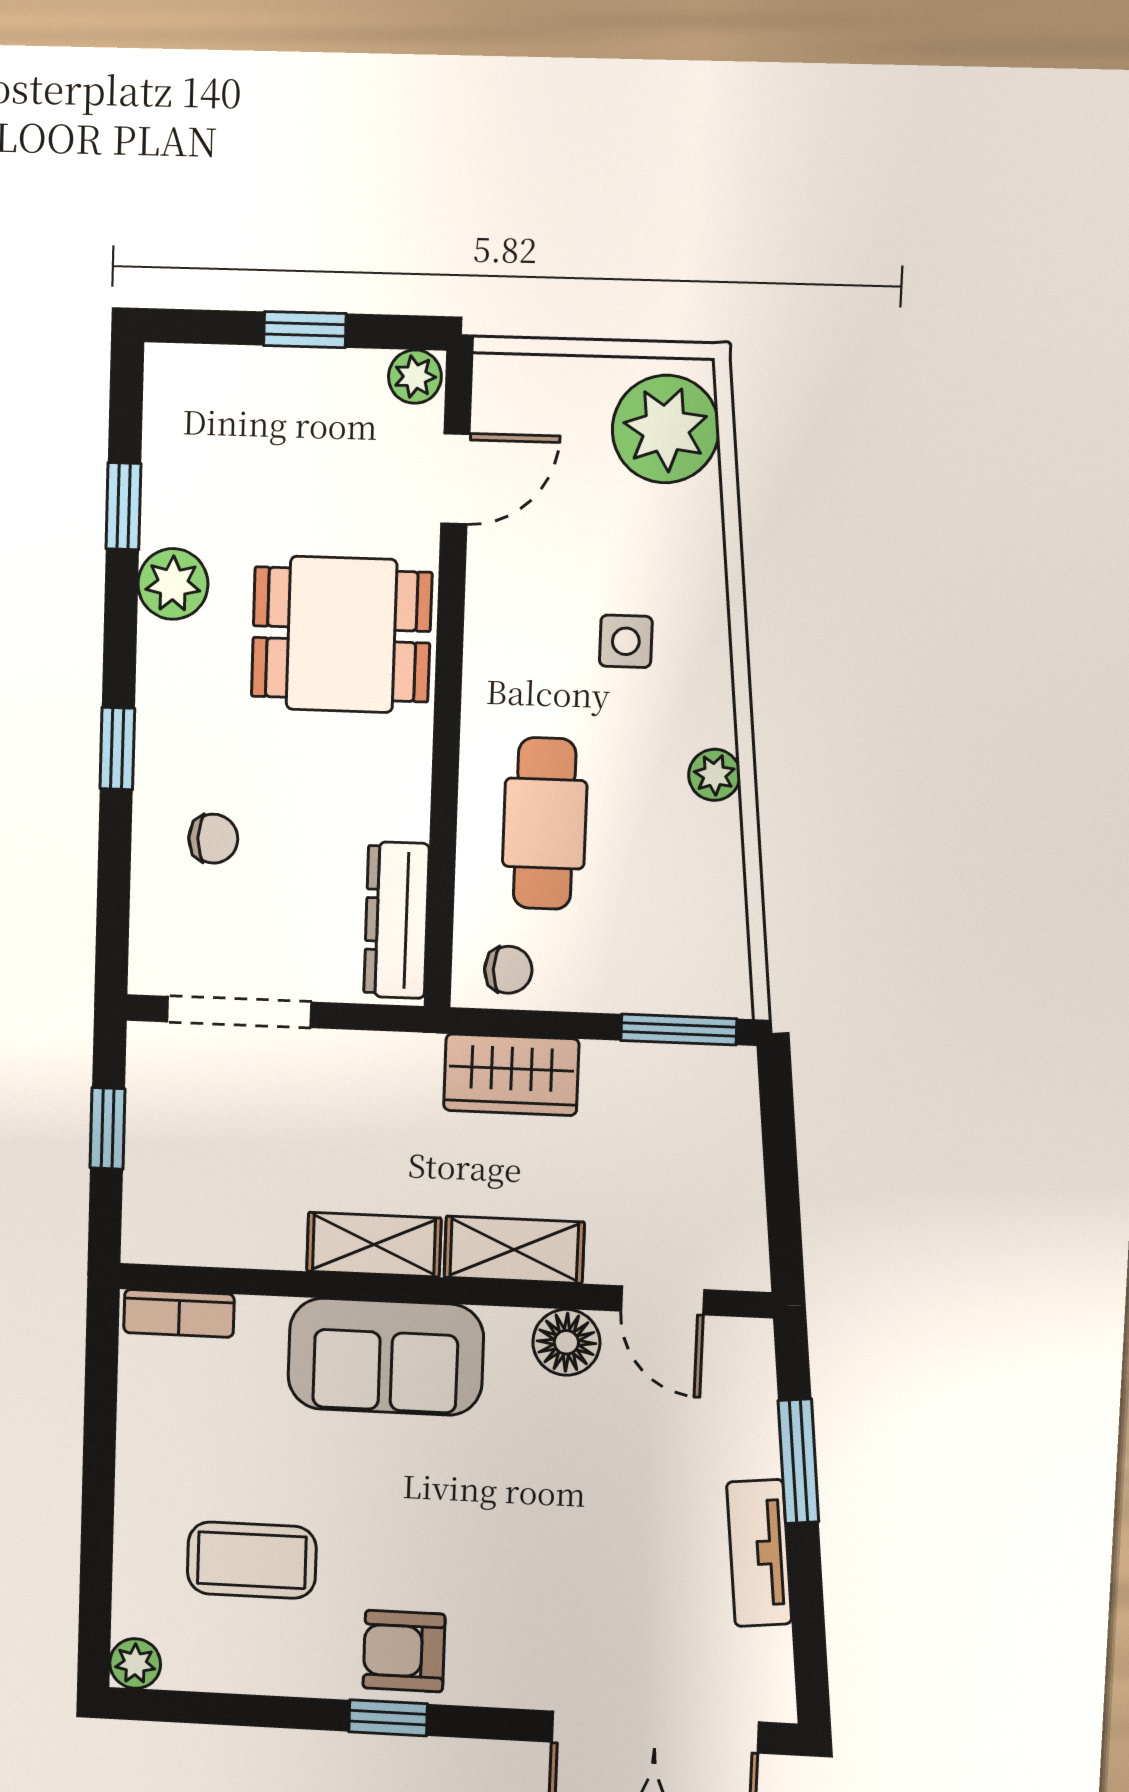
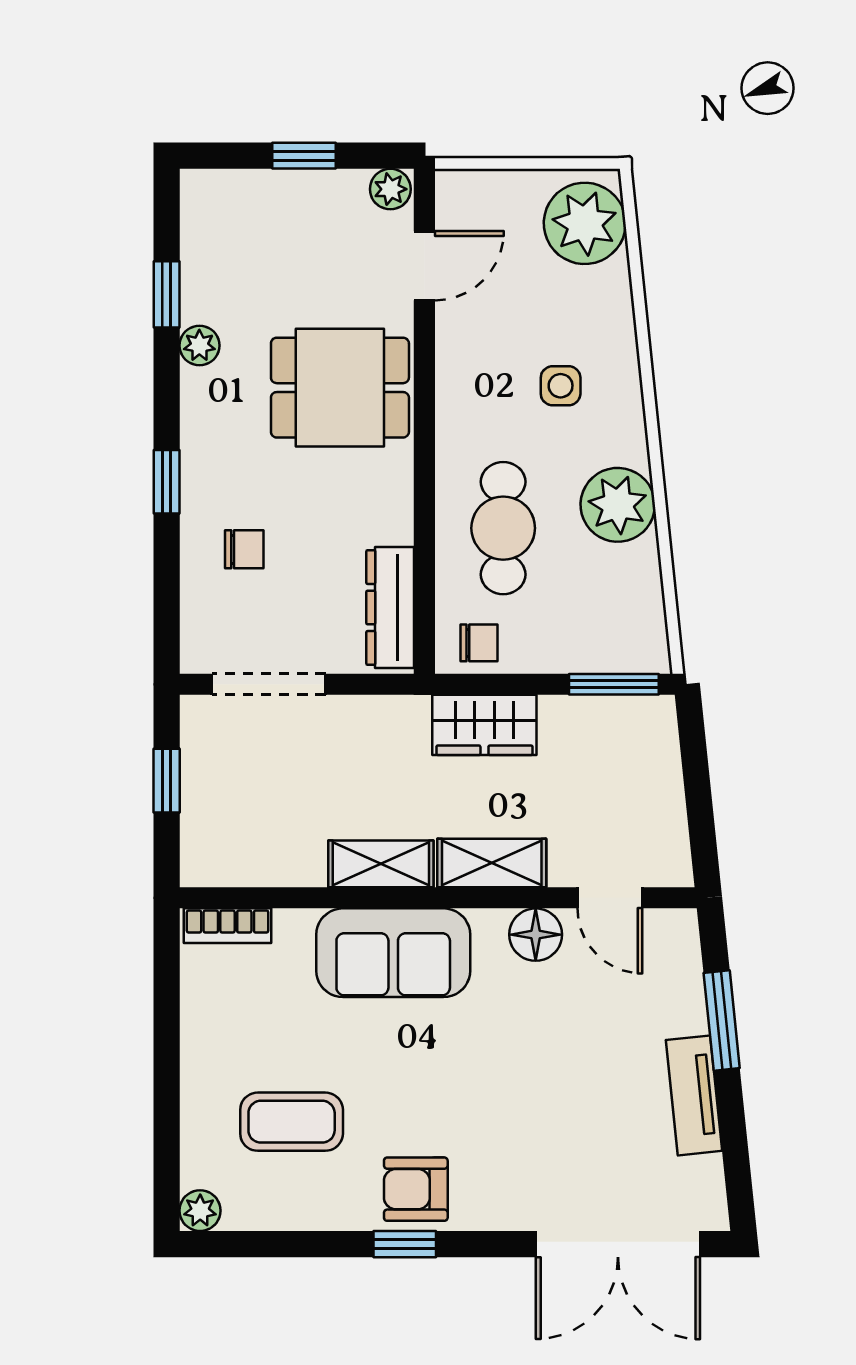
plant: (173, 584) -> (199, 346), width x0.73, depth x0.73
plant: (714, 775) -> (618, 505), width x1.88, depth x1.88

